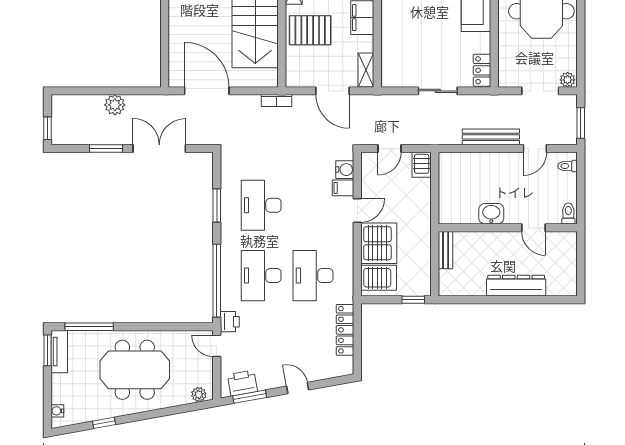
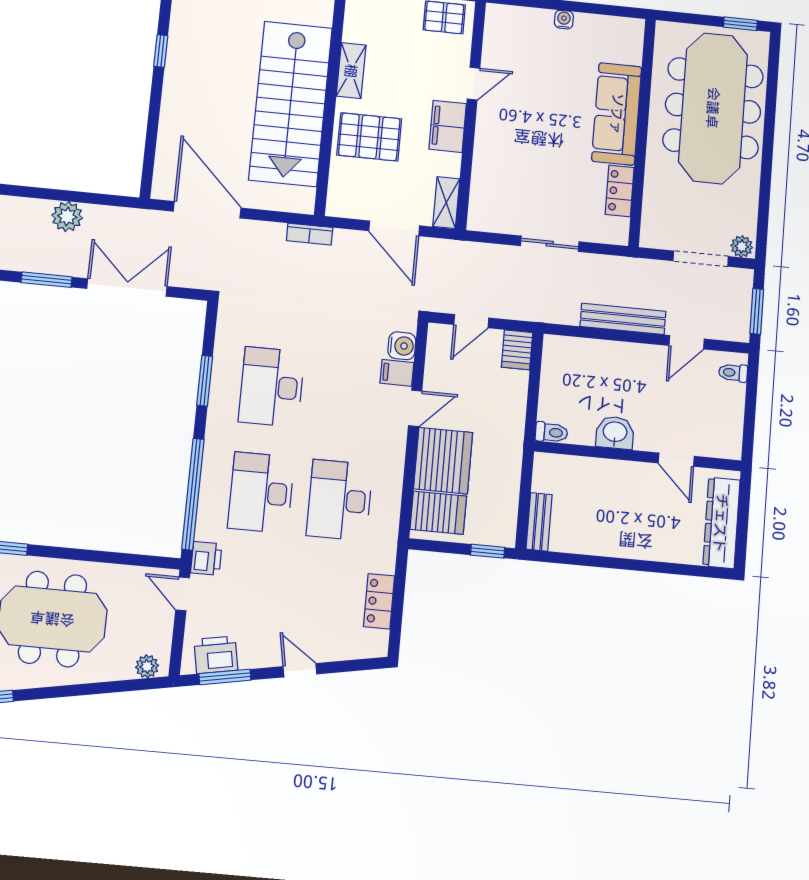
locker: (482, 70) -> (620, 191), moved
toilet: (568, 214) -> (551, 432), moved, turned 90
bench: (446, 250) -> (539, 522), moved
dresser: (516, 286) -> (721, 523), moved, turned -90
locker: (345, 330) -> (379, 601), width x0.66

